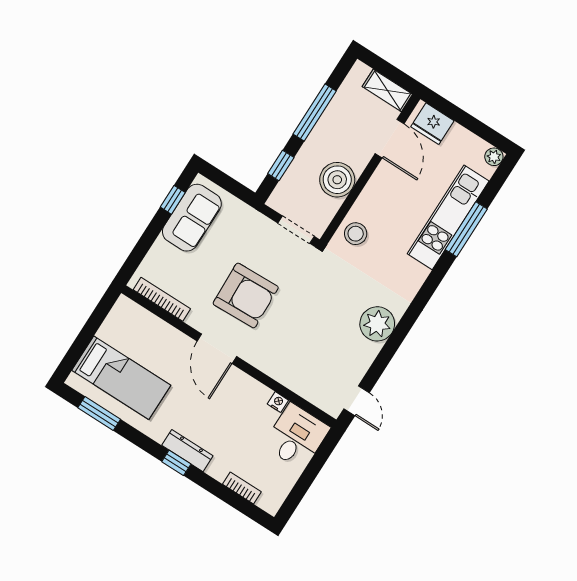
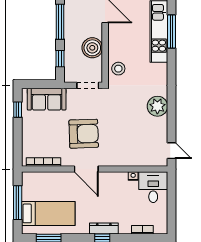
sofa: (192, 218) -> (47, 99), moved, turned 90
window: (87, 334) -> (18, 203), added

